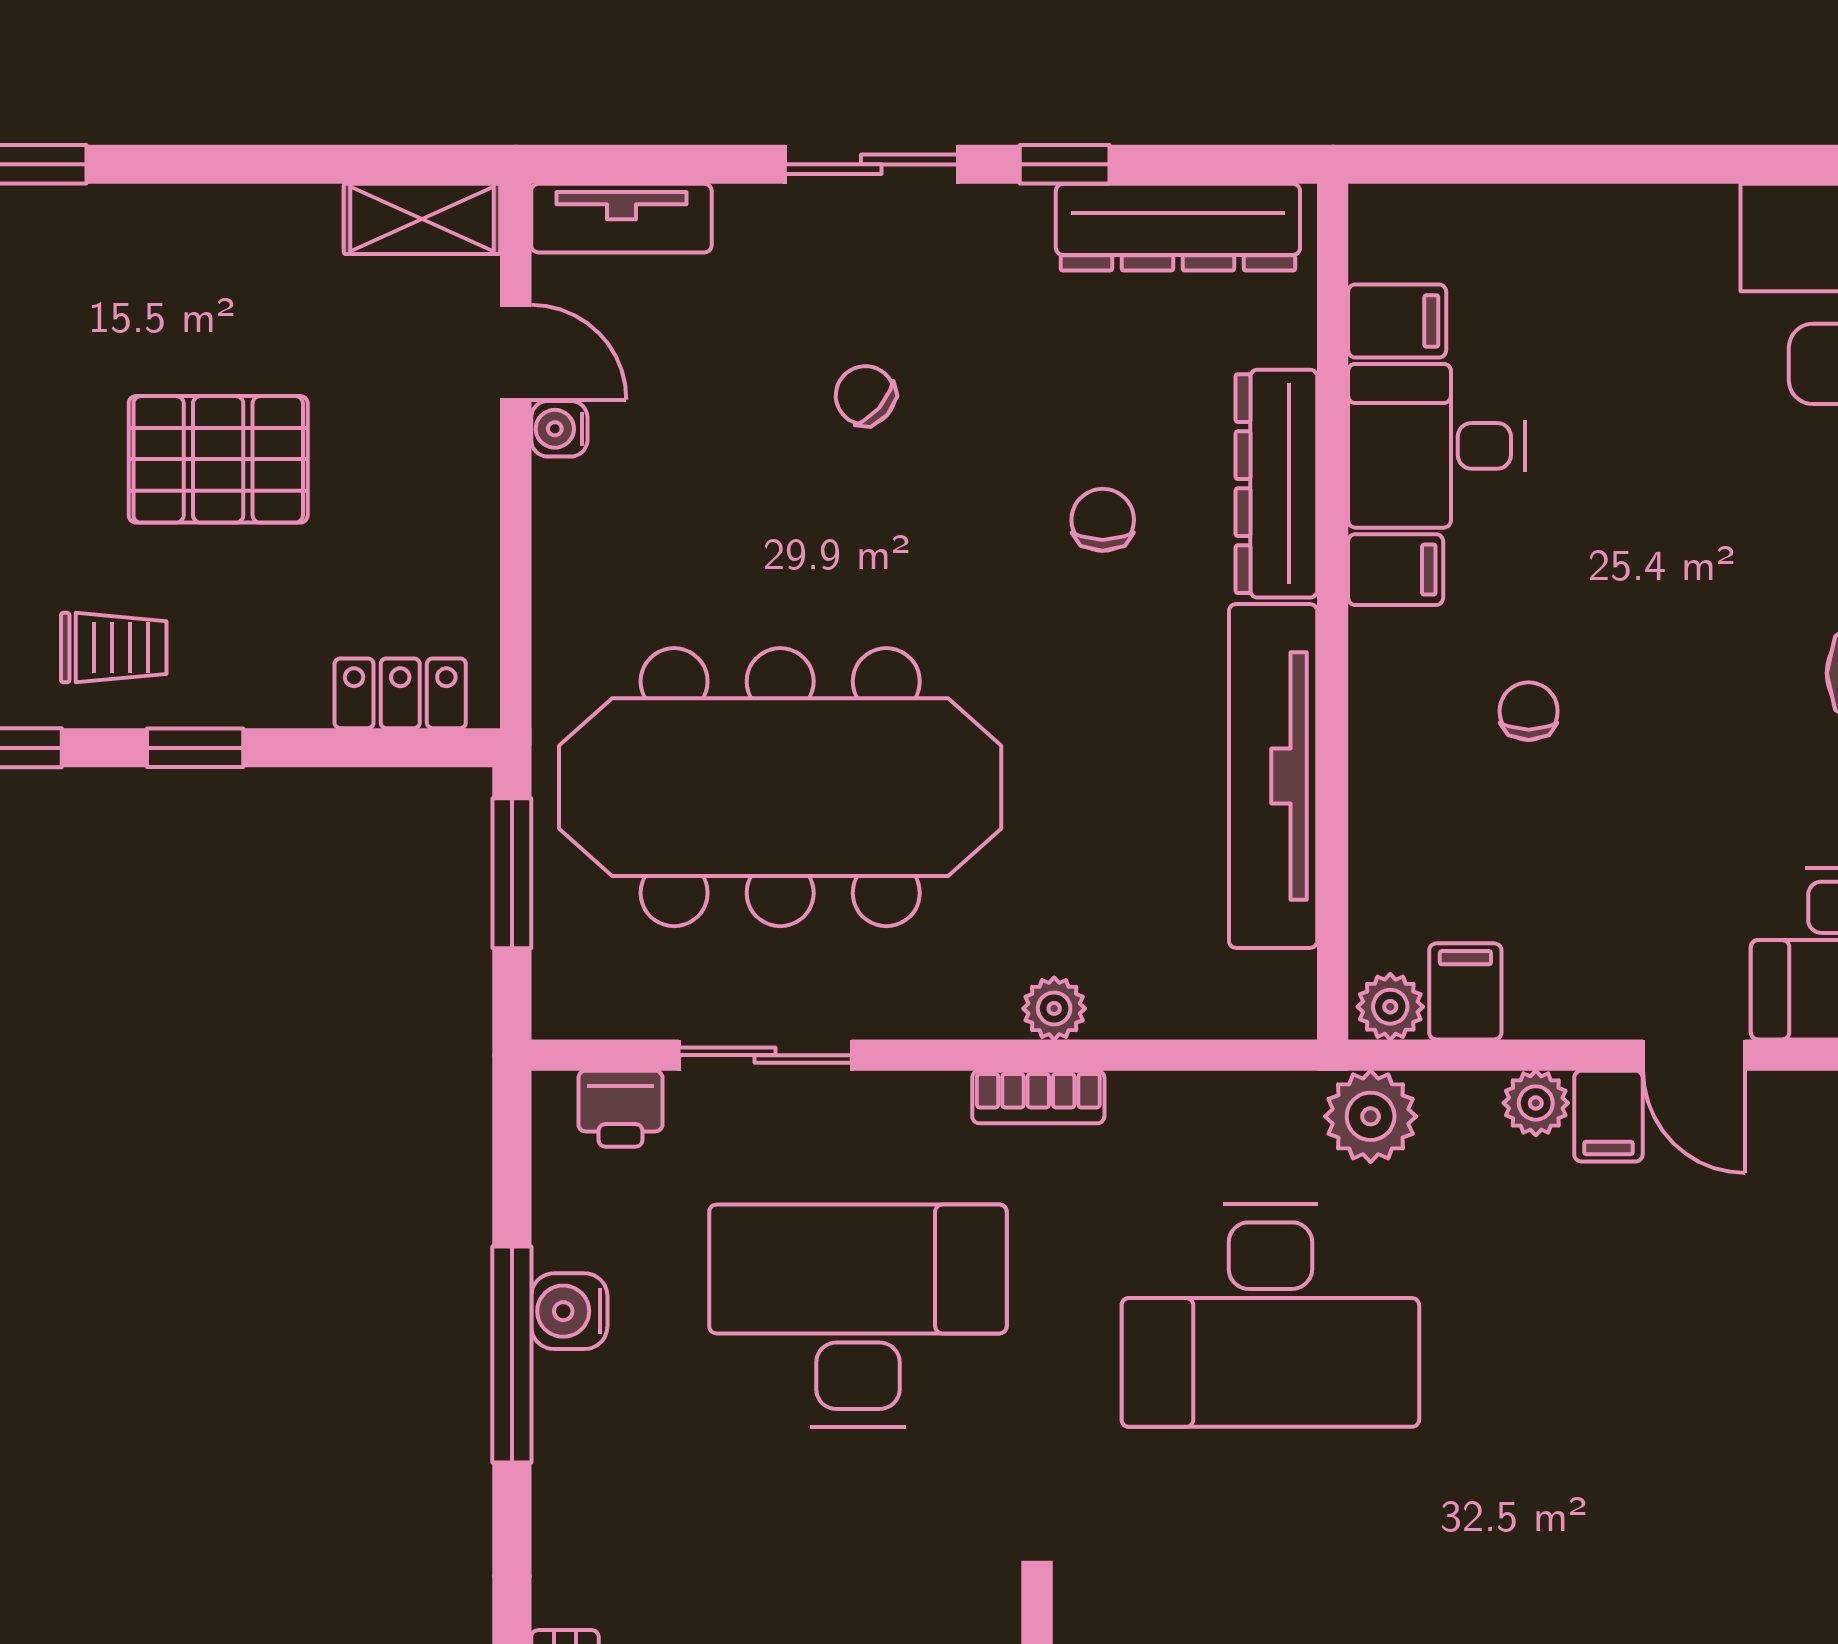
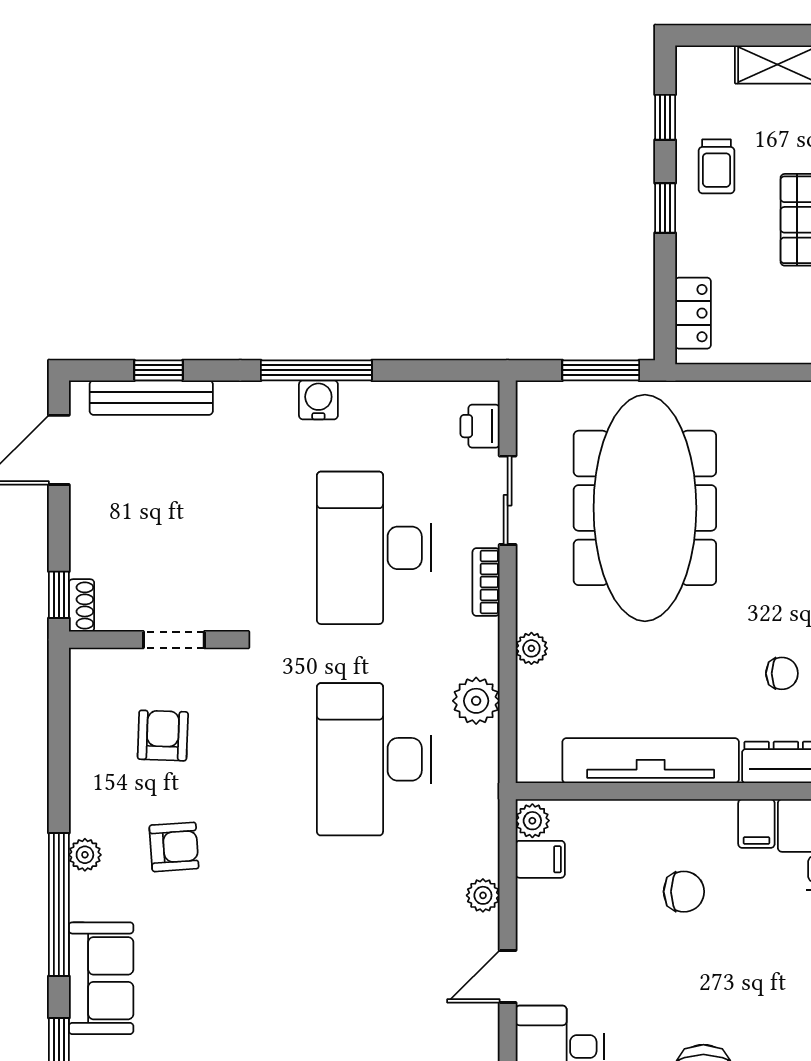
chair: (1529, 711) -> (684, 892), width x1.37, depth x1.37
bookcase: (1038, 1097) -> (486, 582), moved
plant: (1371, 1116) -> (476, 701), moved
filing cabinet: (1608, 1116) -> (476, 933), removed
water cooler: (569, 1311) -> (318, 400), moved
desk: (858, 1316) -> (374, 548), turned 180
window: (512, 1354) -> (316, 370), moved

